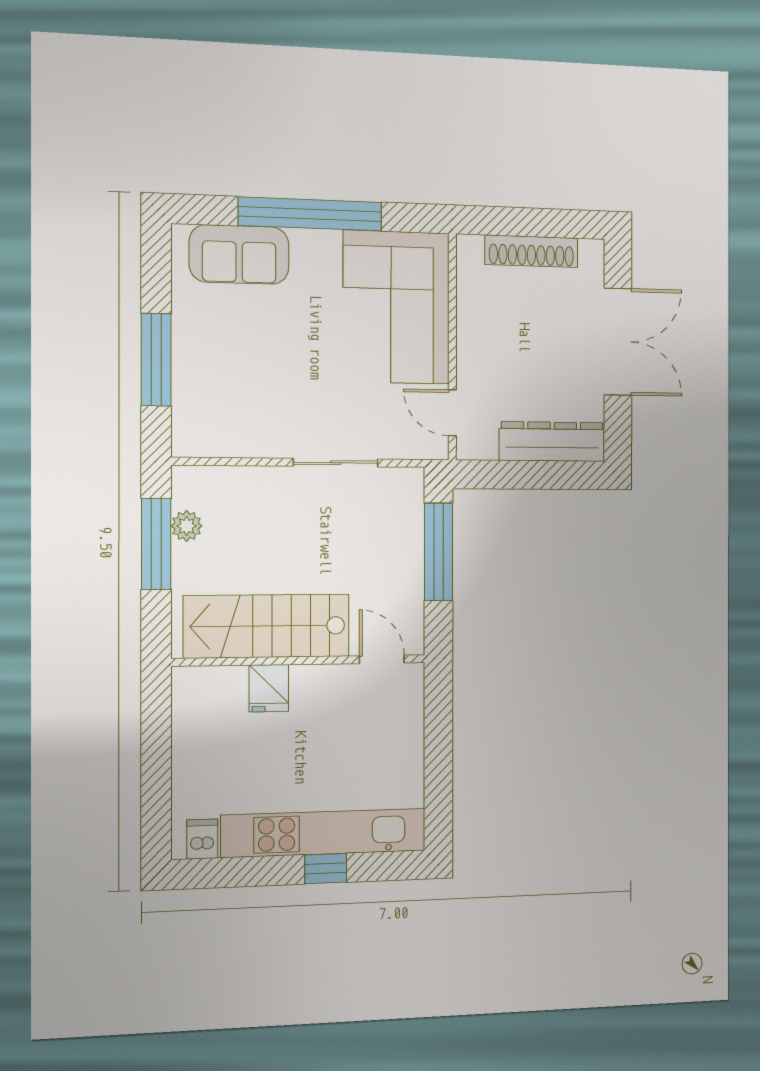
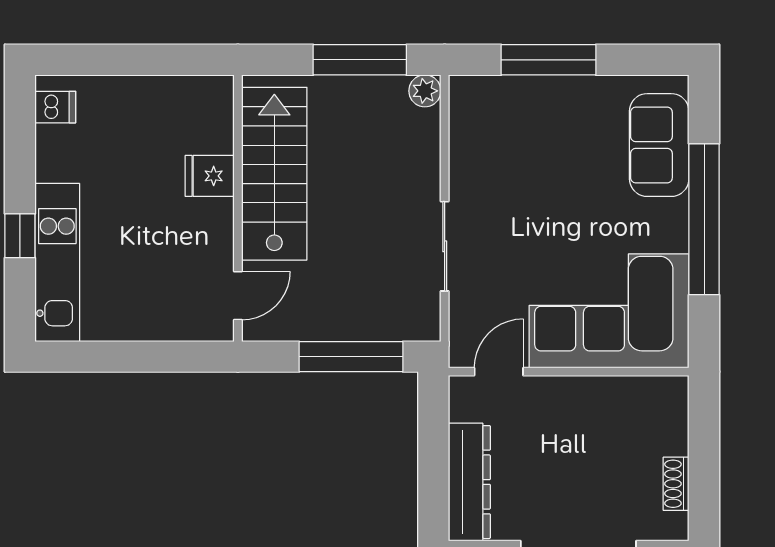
shoe rack: (531, 251) -> (676, 484), width x0.51, depth x0.81
plant: (187, 526) -> (425, 91), moved
kitchen unit: (324, 833) -> (57, 263), width x0.73

